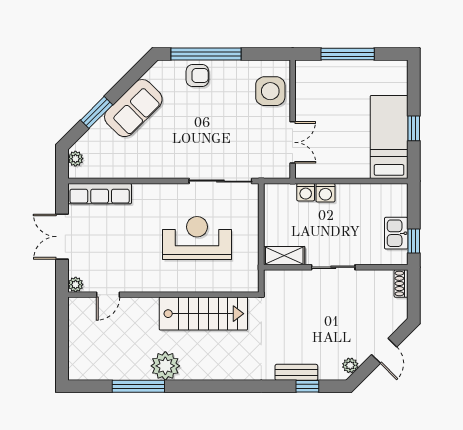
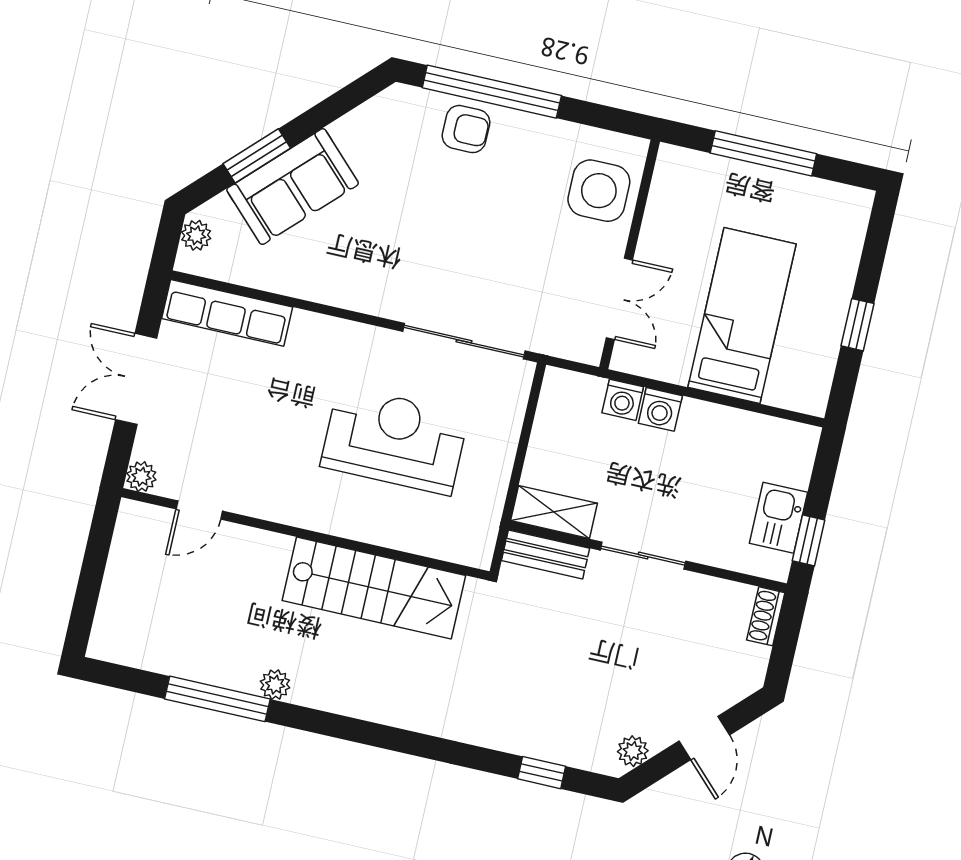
sofa: (133, 108) -> (293, 187), moved
bed: (389, 137) -> (742, 316), moved
plant: (165, 366) -> (275, 685), width x0.53, depth x0.53
bench: (296, 372) -> (545, 554), moved

